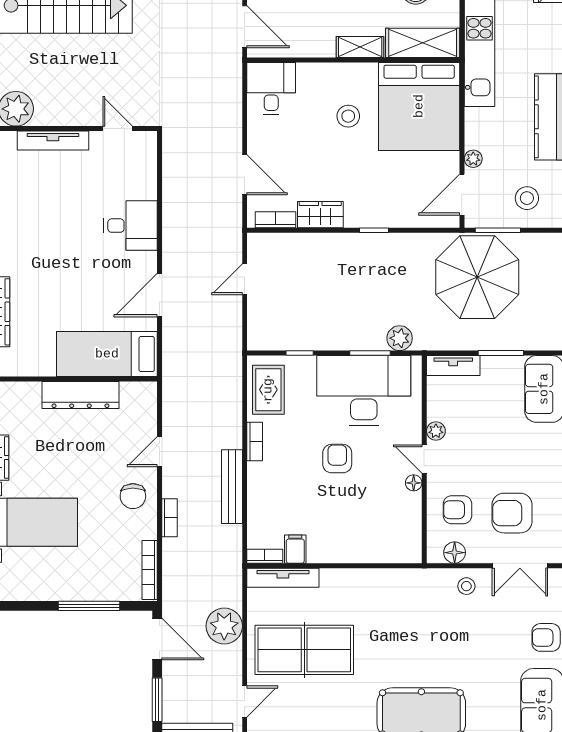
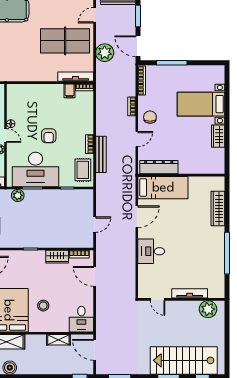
shelving: (360, 47) -> (58, 340), moved
dresser: (80, 395) -> (159, 167), moved
bench: (232, 487) -> (101, 154), moved

